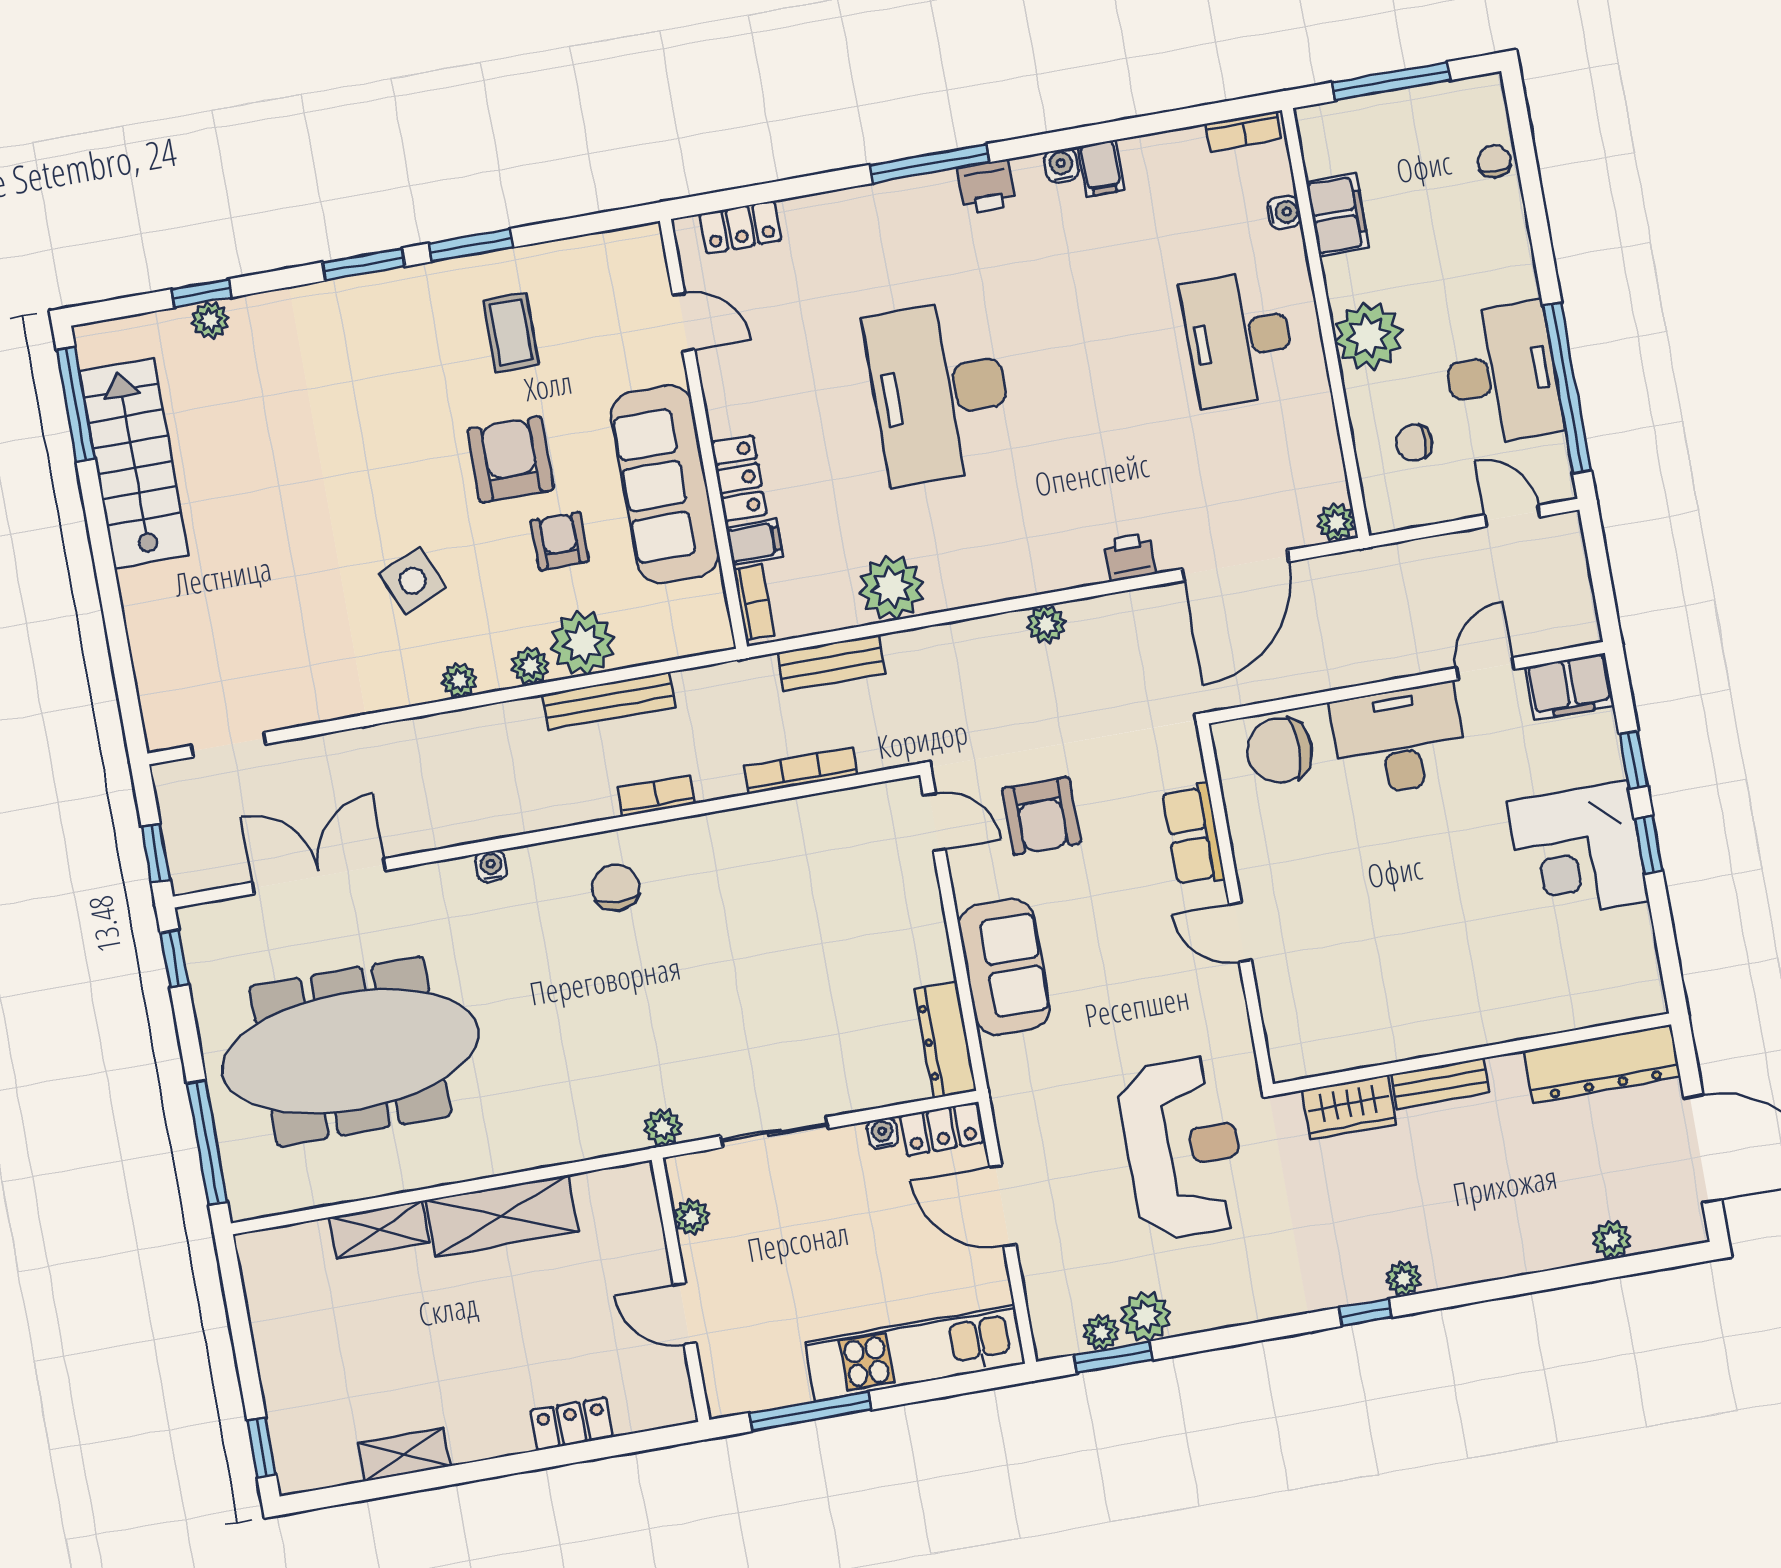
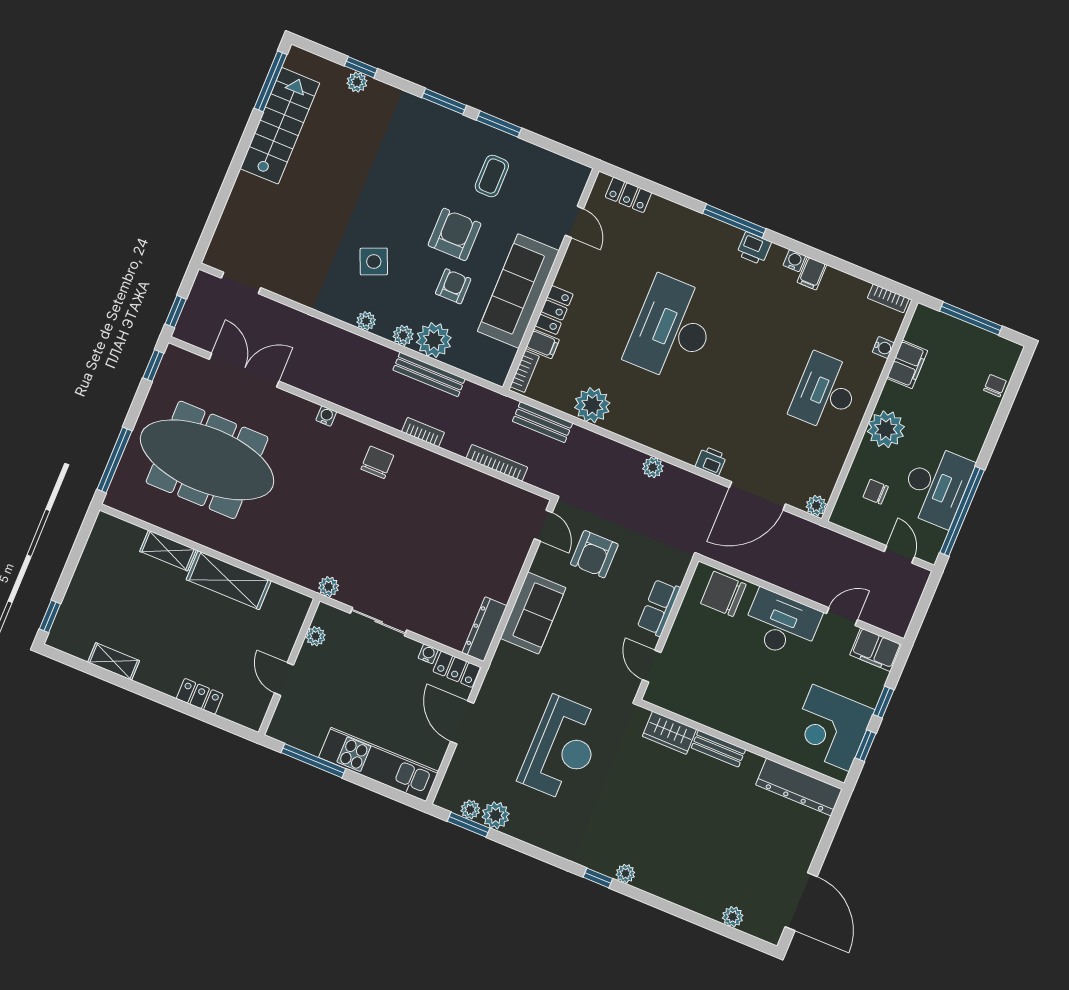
wall: (1472, 1054) -> (742, 744), moved
dresser: (1602, 1064) -> (799, 787), moved
bench: (1440, 1084) -> (718, 749), moved
wardrobe: (1349, 1107) -> (669, 733), moved

